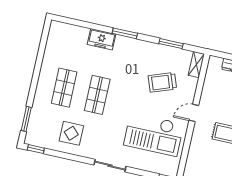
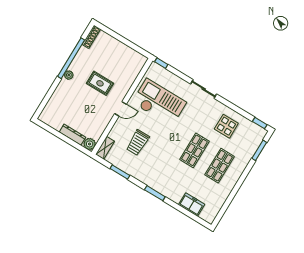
freezer: (102, 39) -> (192, 204), moved
plant: (215, 63) -> (90, 144), added
trolley: (162, 82) -> (138, 143), turned 110

